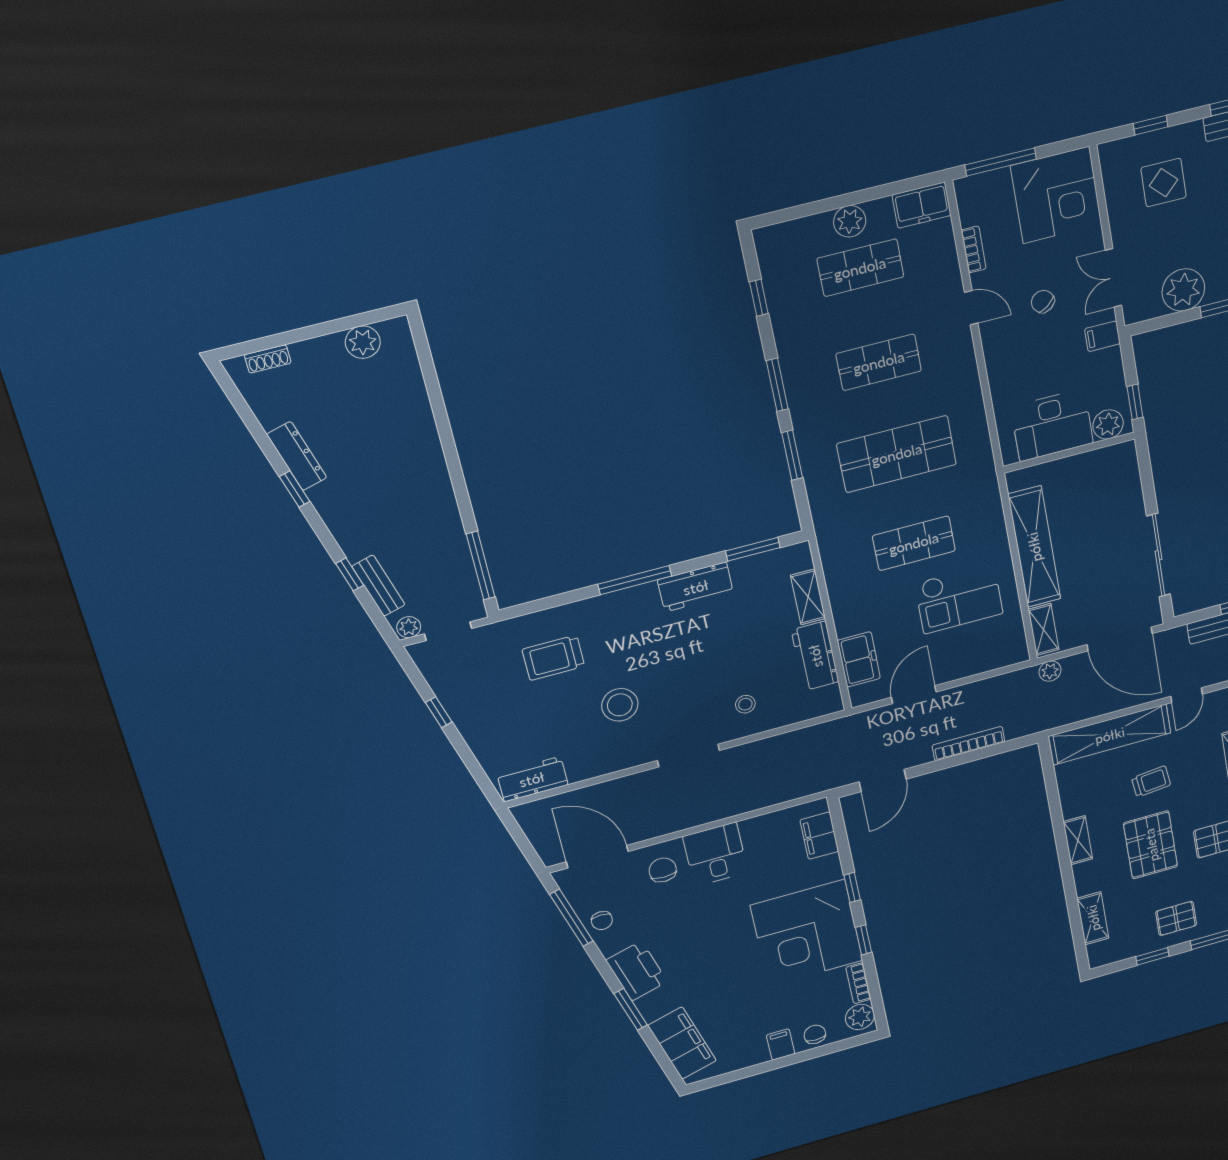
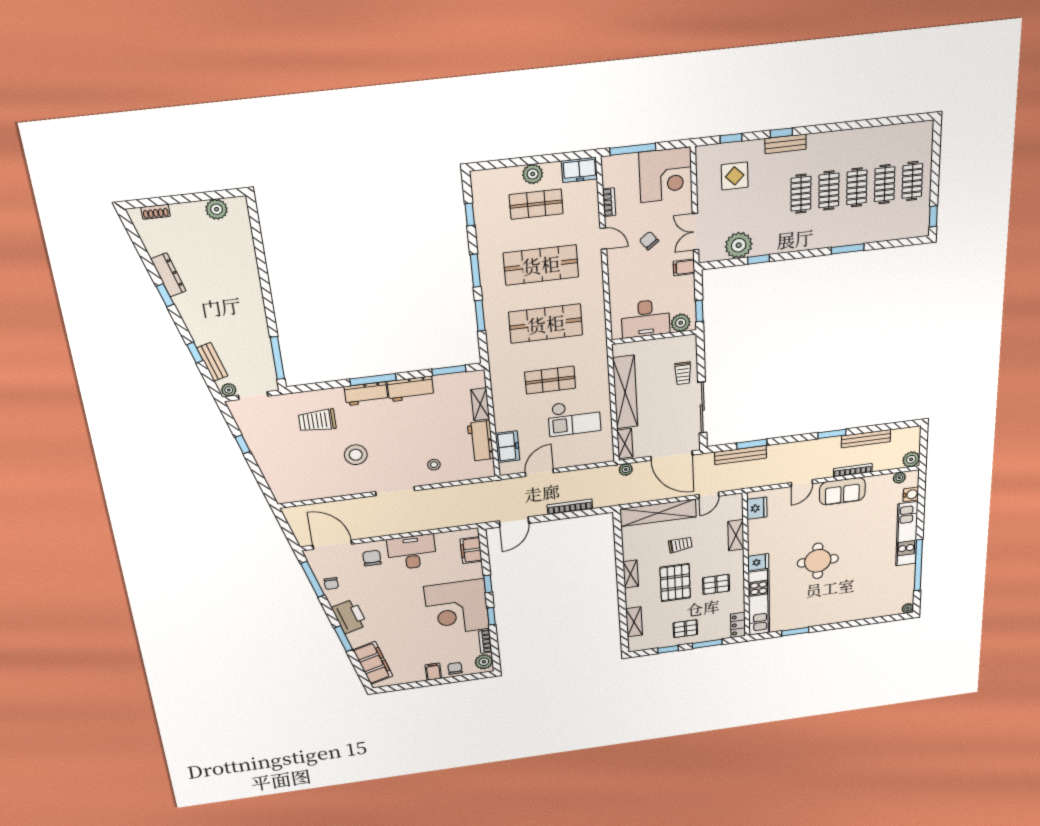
shop shelf: (879, 362) -> (541, 265), width x1.43, depth x1.36
trolley: (1121, 504) -> (683, 373), added
workbench: (532, 779) -> (366, 394), moved, turned 180
desk: (715, 854) -> (412, 552), width x1.37

